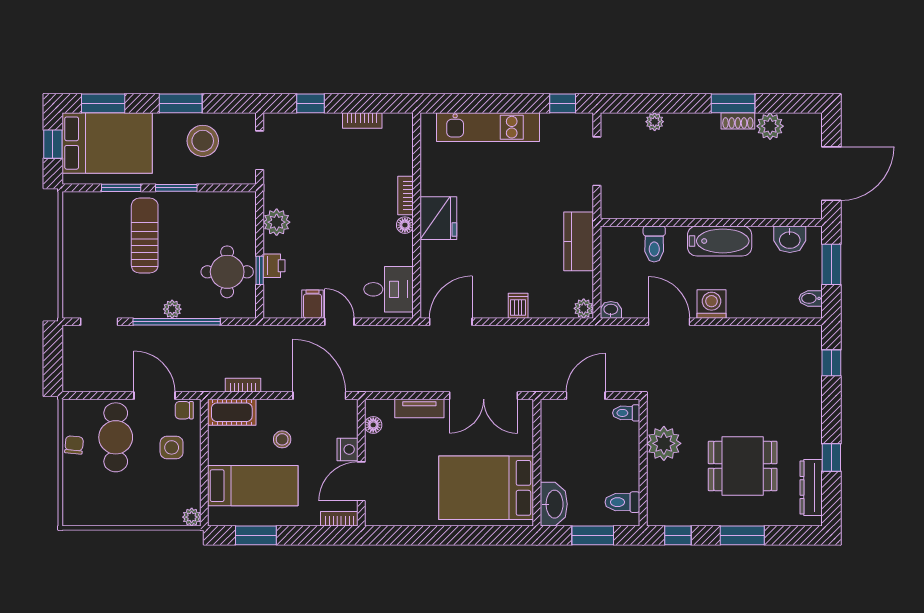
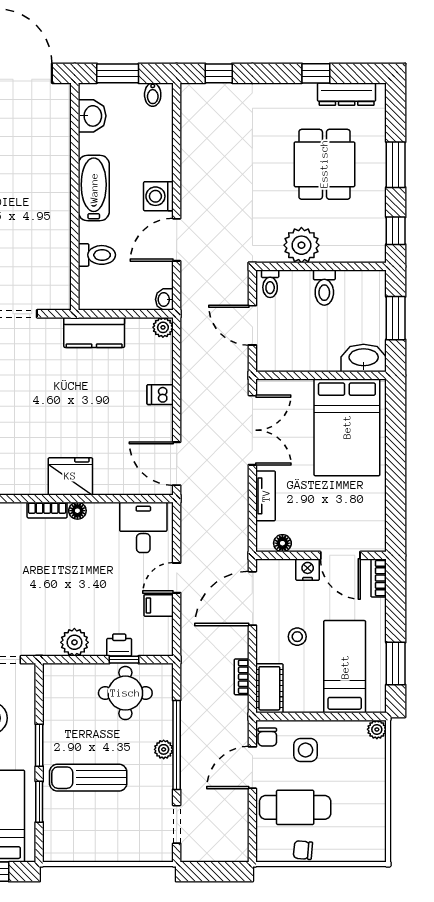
toilet: (622, 502) -> (324, 288), moved

